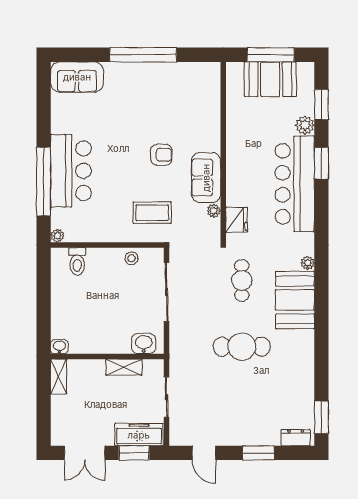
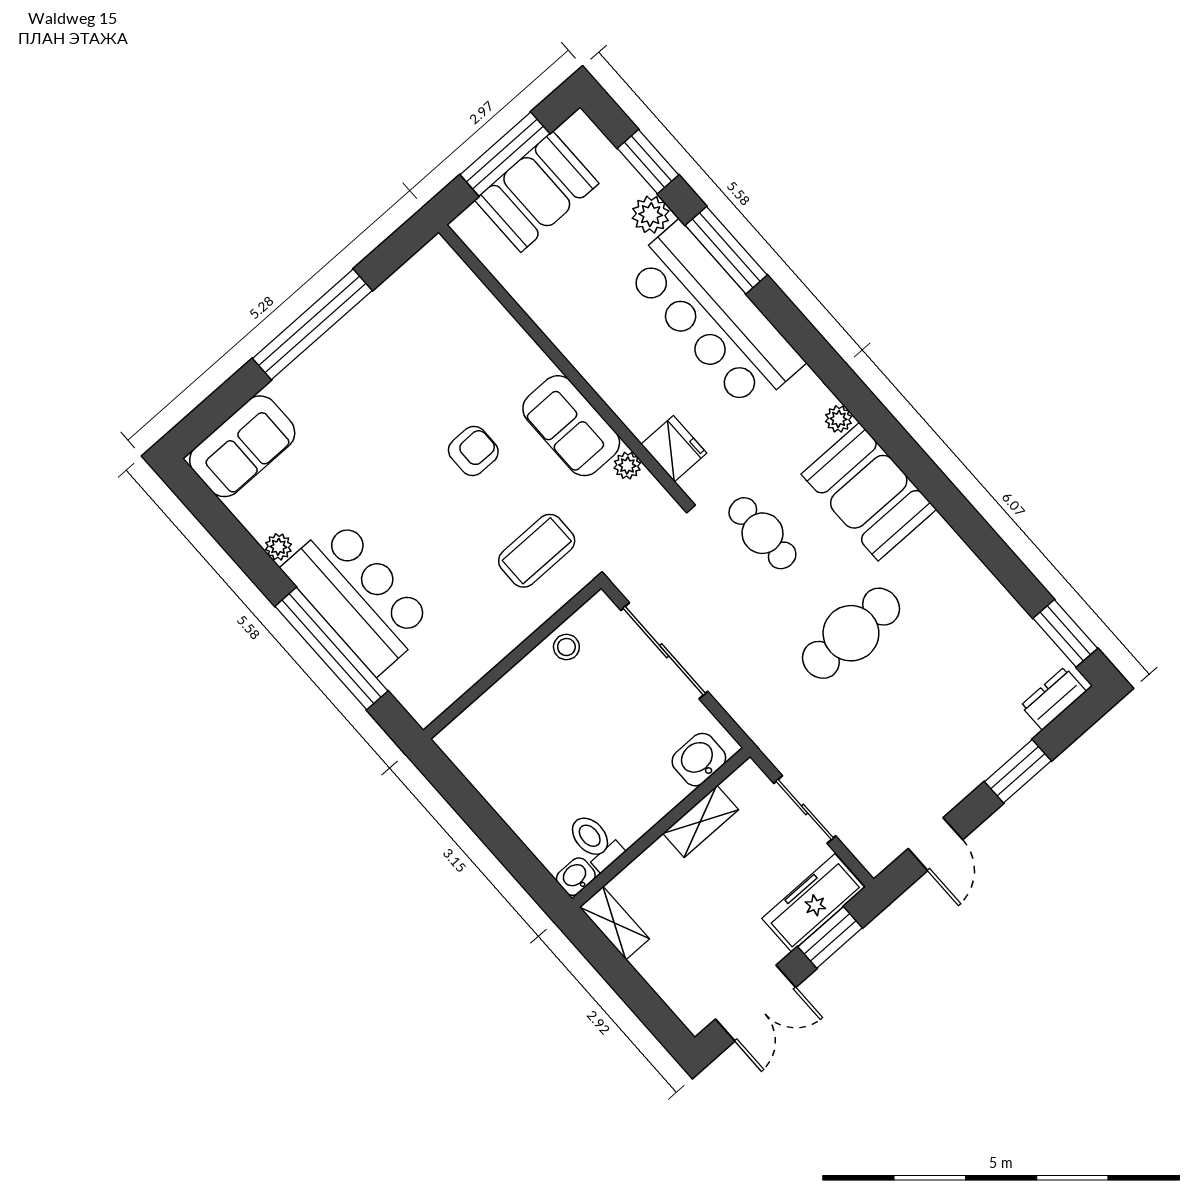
window: (321, 163) -> (726, 250), width x1.44
plant: (57, 236) -> (278, 547), moved
toilet: (77, 261) -> (595, 842), moved, turned 180
door: (204, 453) -> (935, 844), hinge flipped

